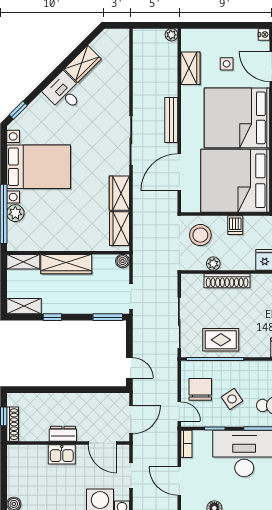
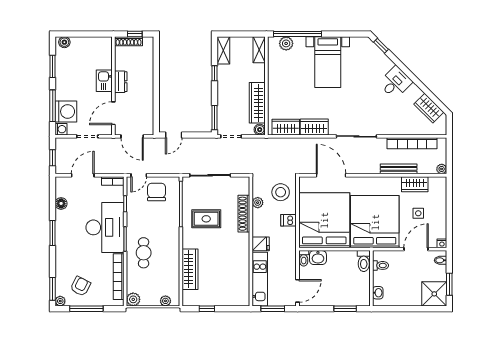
wardrobe: (83, 64) -> (429, 108), moved
bookcase: (140, 72) -> (412, 143), added
bench: (171, 120) -> (399, 169), moved
bed with nightstands: (39, 167) -> (328, 62), width x0.73
plant: (15, 213) -> (286, 43), moved
wardrobe: (66, 264) -> (257, 103), moved
rug: (221, 340) -> (206, 219), moved, turned 90
chair: (200, 389) -> (156, 192), turned -90
side table: (232, 399) -> (149, 218), removed

